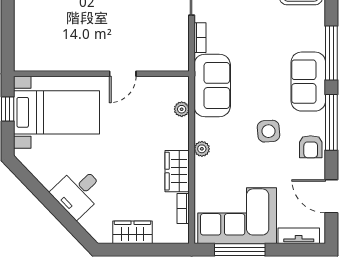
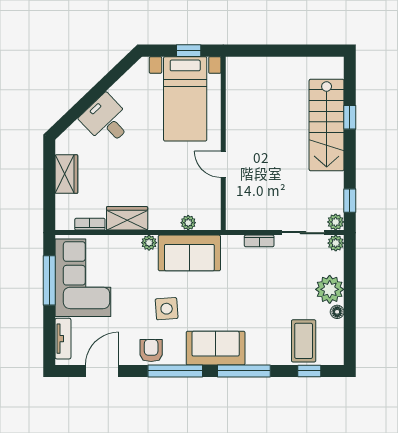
sofa: (212, 85) -> (189, 253), moved
armchair: (311, 147) -> (151, 351), turned 90

